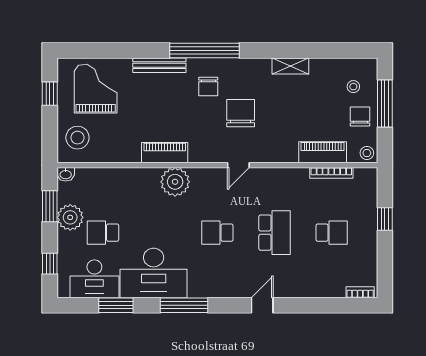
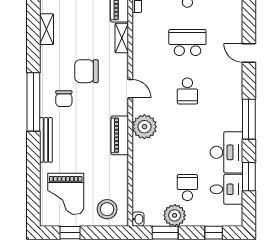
chair: (208, 86) -> (64, 99), turned 90
grand piano: (96, 89) -> (66, 194), turned -90
shelving: (280, 155) -> (122, 38), added
door: (238, 165) -> (130, 89), moved
school desk: (103, 233) -> (187, 188), turned 180
desk: (154, 273) -> (226, 152), width x0.73, depth x0.77
desk: (94, 279) -> (227, 189), width x0.73

